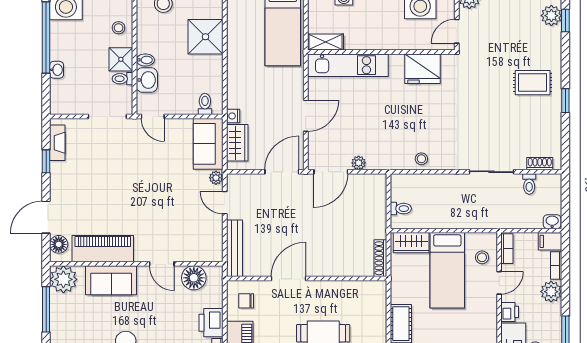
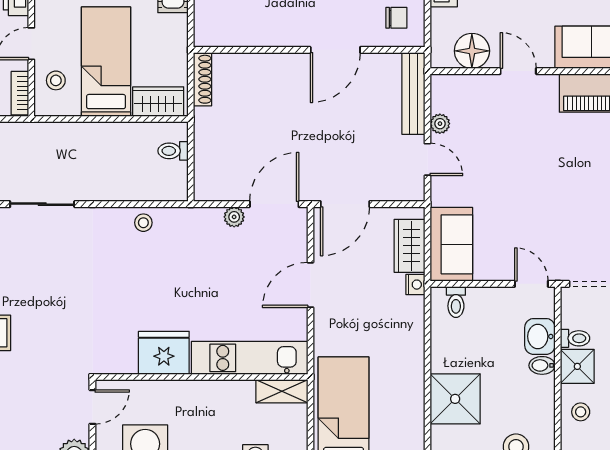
fridge: (423, 69) -> (164, 353), moved
plant: (216, 178) -> (440, 124), moved

